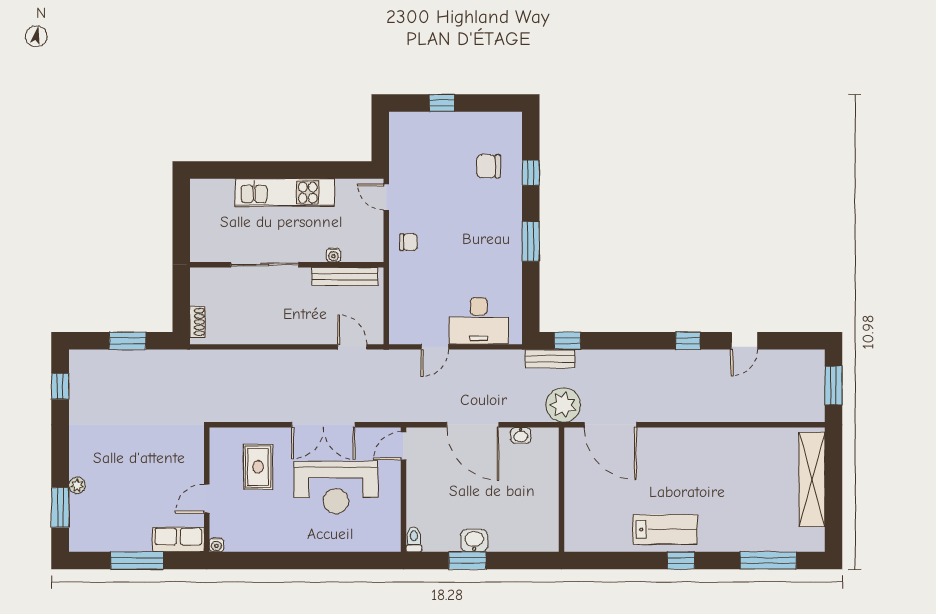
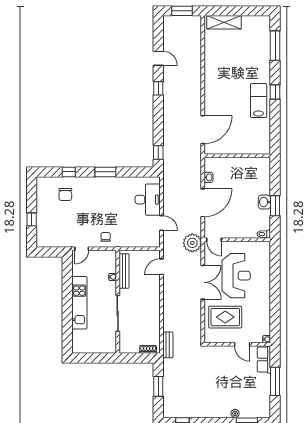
bench: (550, 359) -> (168, 345), moved
plant: (563, 405) -> (192, 243), moved
rug: (258, 467) -> (225, 317), width x1.36, depth x1.43
shelving: (812, 480) -> (224, 22), width x0.68

